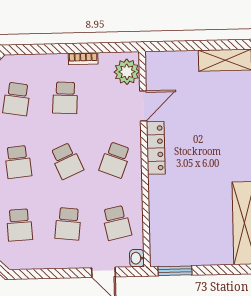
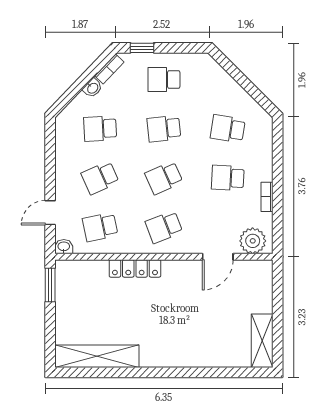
door: (143, 106) -> (218, 257), hinge flipped
locker: (156, 148) -> (135, 268), moved
school desk: (115, 160) -> (164, 227), turned -42
school desk: (68, 224) -> (100, 178), turned -30

